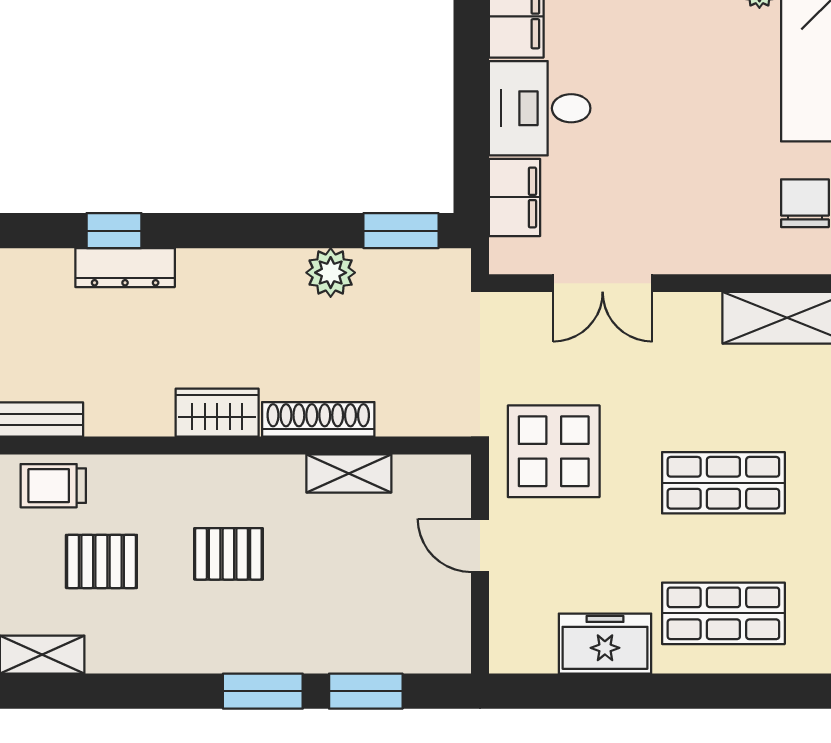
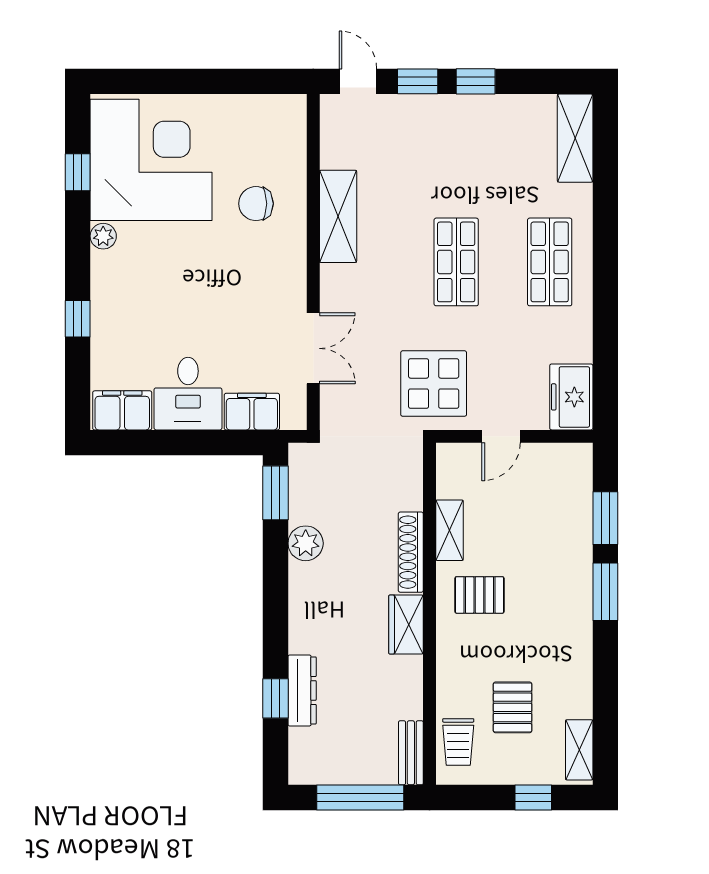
pallet: (228, 554) -> (479, 595), moved, turned 90
freezer: (605, 644) -> (571, 397), moved

